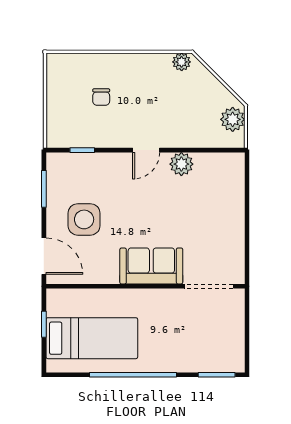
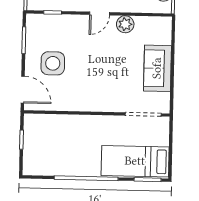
sofa: (151, 266) -> (157, 68), moved, turned -90
bed: (92, 338) -> (135, 161), moved, turned 180

